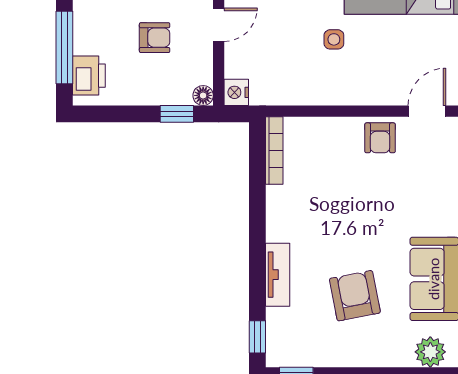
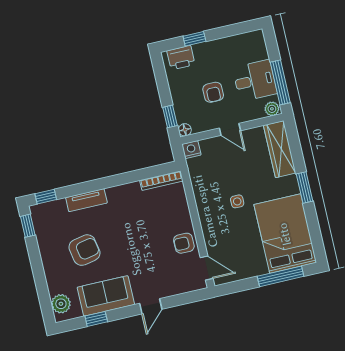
window: (64, 48) -> (194, 39), width x0.46

